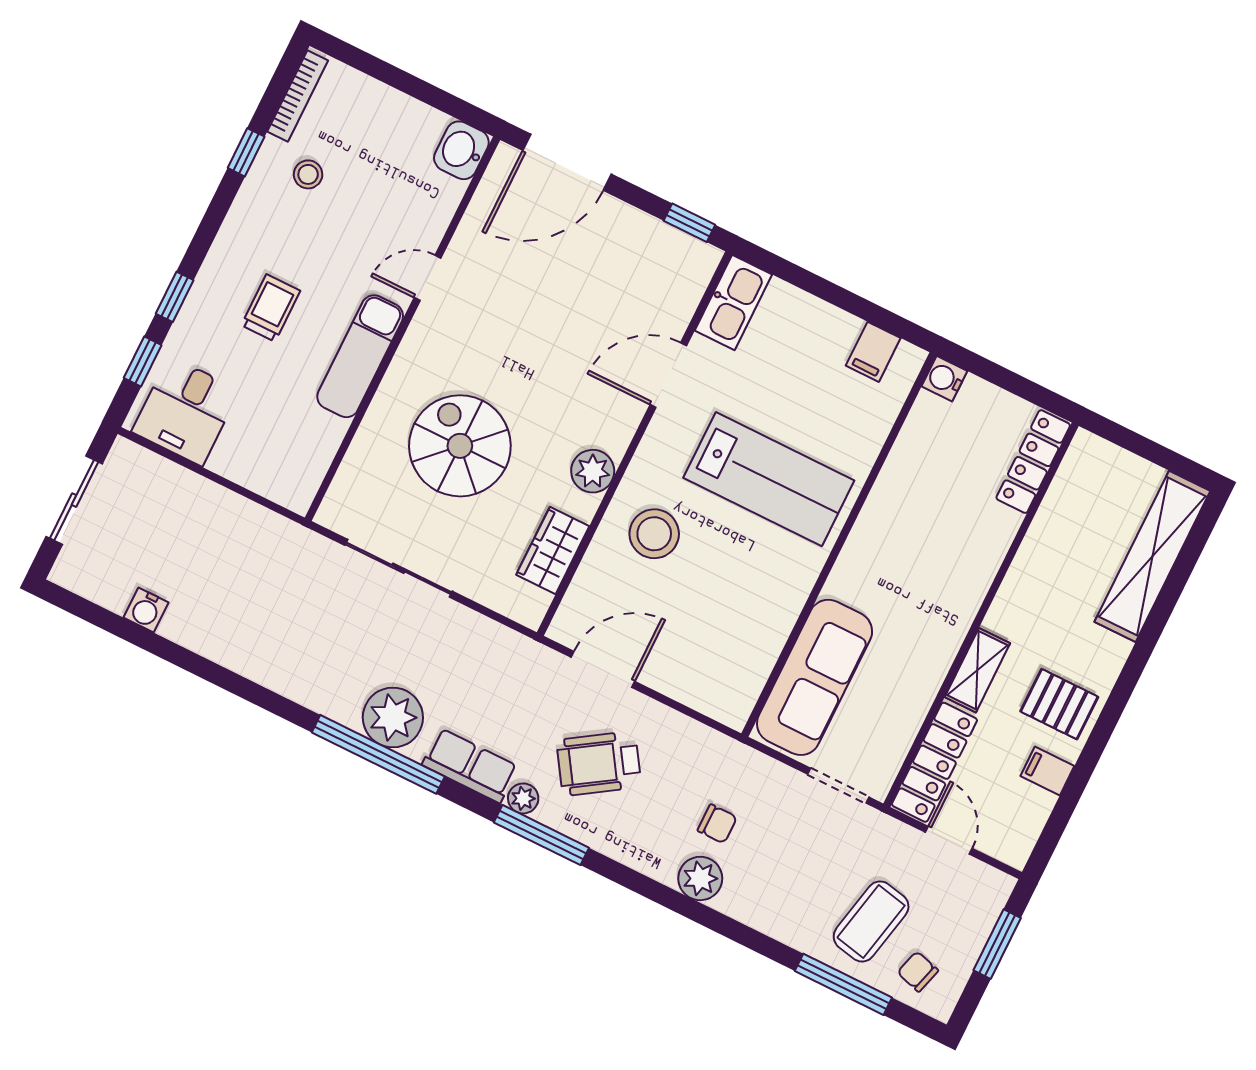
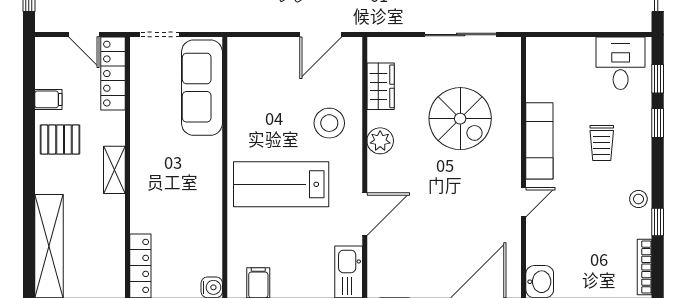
stool: (308, 174) -> (638, 199), moved
shelving: (977, 670) -> (114, 170), moved

